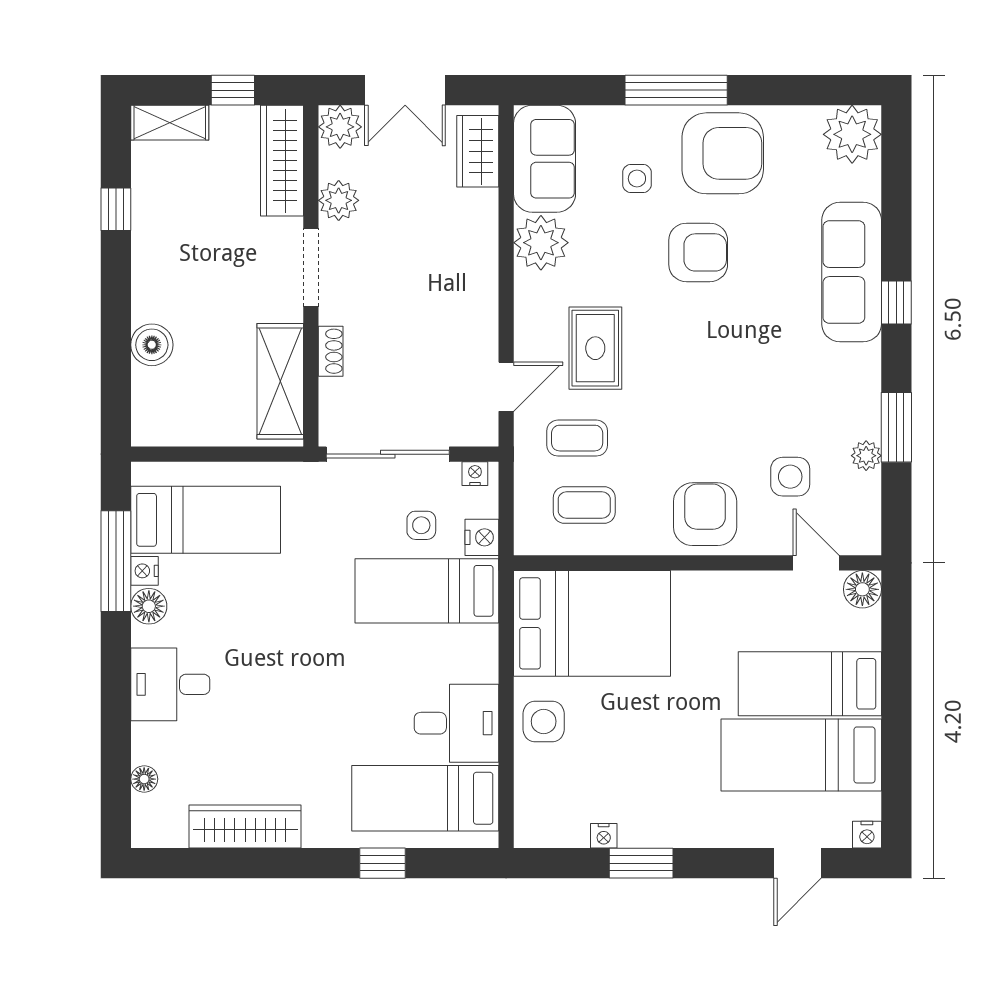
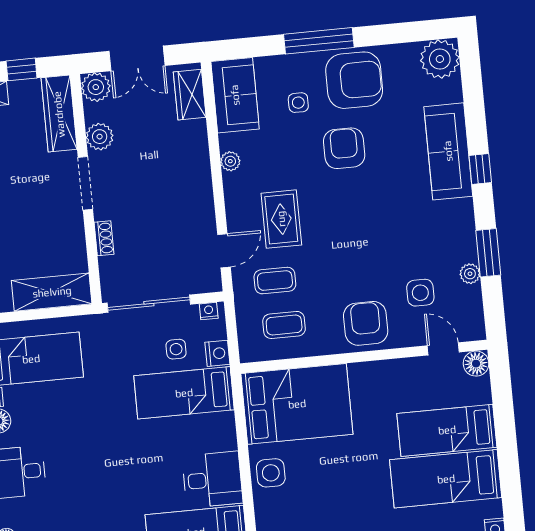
plant: (541, 243) -> (230, 161), width x0.53, depth x0.53
armchair: (698, 252) -> (344, 148), turned -90
shelving: (280, 381) -> (52, 292), moved, turned 90

